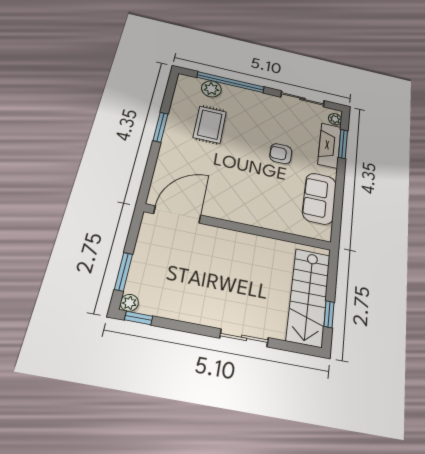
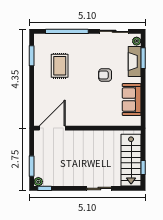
plant: (211, 89) -> (56, 40), removed
window: (161, 127) -> (32, 56), moved

